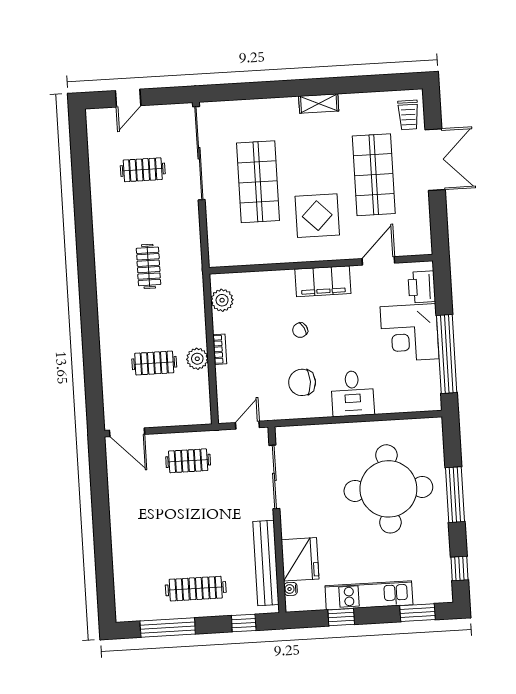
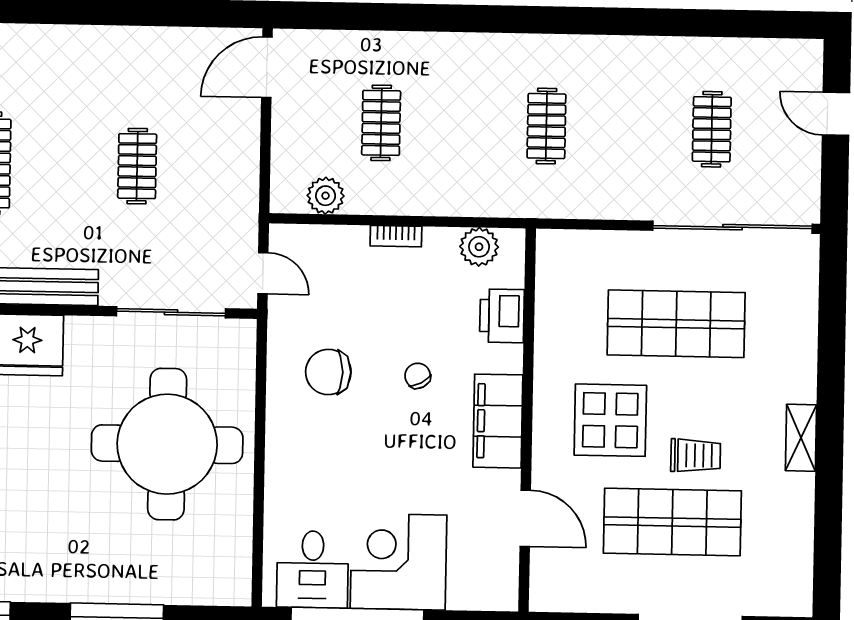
trolley: (408, 115) -> (696, 455), moved, turned 180
clothes rail: (148, 266) -> (546, 126), turned 90
printer: (422, 287) -> (502, 316), moved, turned -90
plant: (197, 359) -> (326, 196), moved
chair: (302, 382) -> (328, 372), turned -90
desk: (352, 393) -> (313, 569), moved, turned -90
clothes rail: (188, 461) -> (137, 166), moved
round table: (388, 489) -> (167, 444), moved

